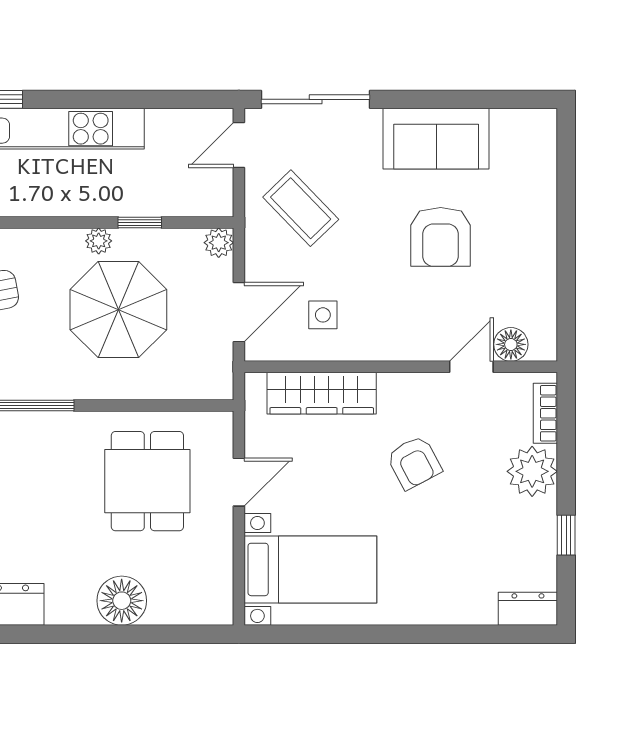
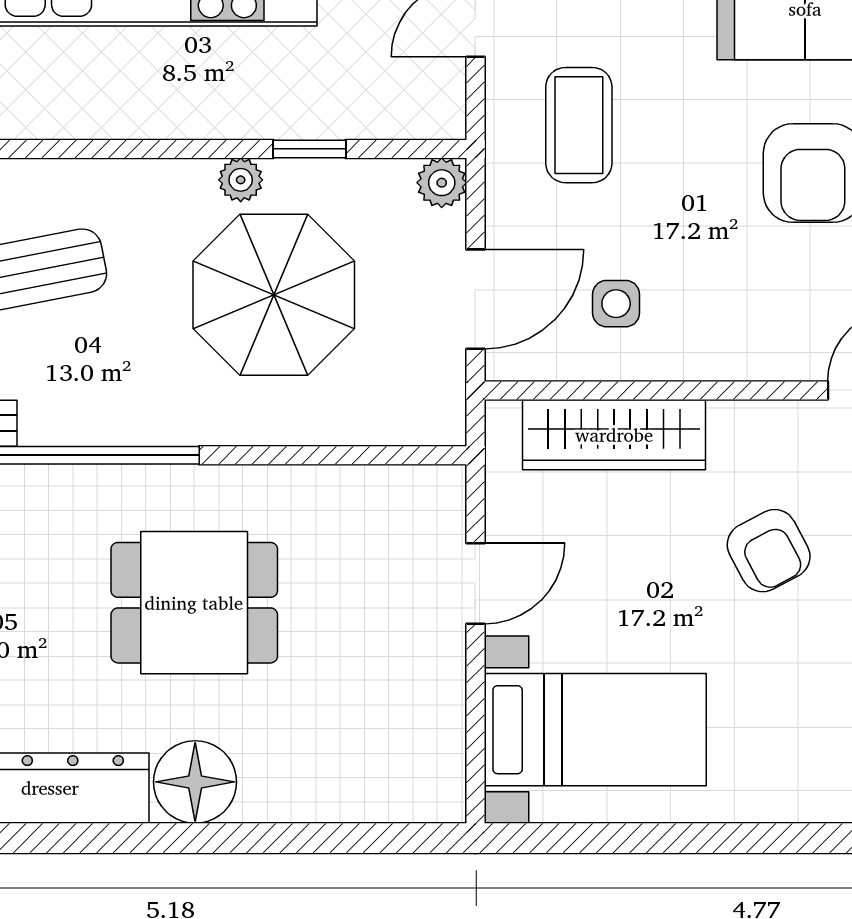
coffee table: (301, 208) -> (579, 125), turned 44
dining table: (147, 481) -> (194, 603), moved, turned 90
floor lamp: (122, 601) -> (195, 782), moved

